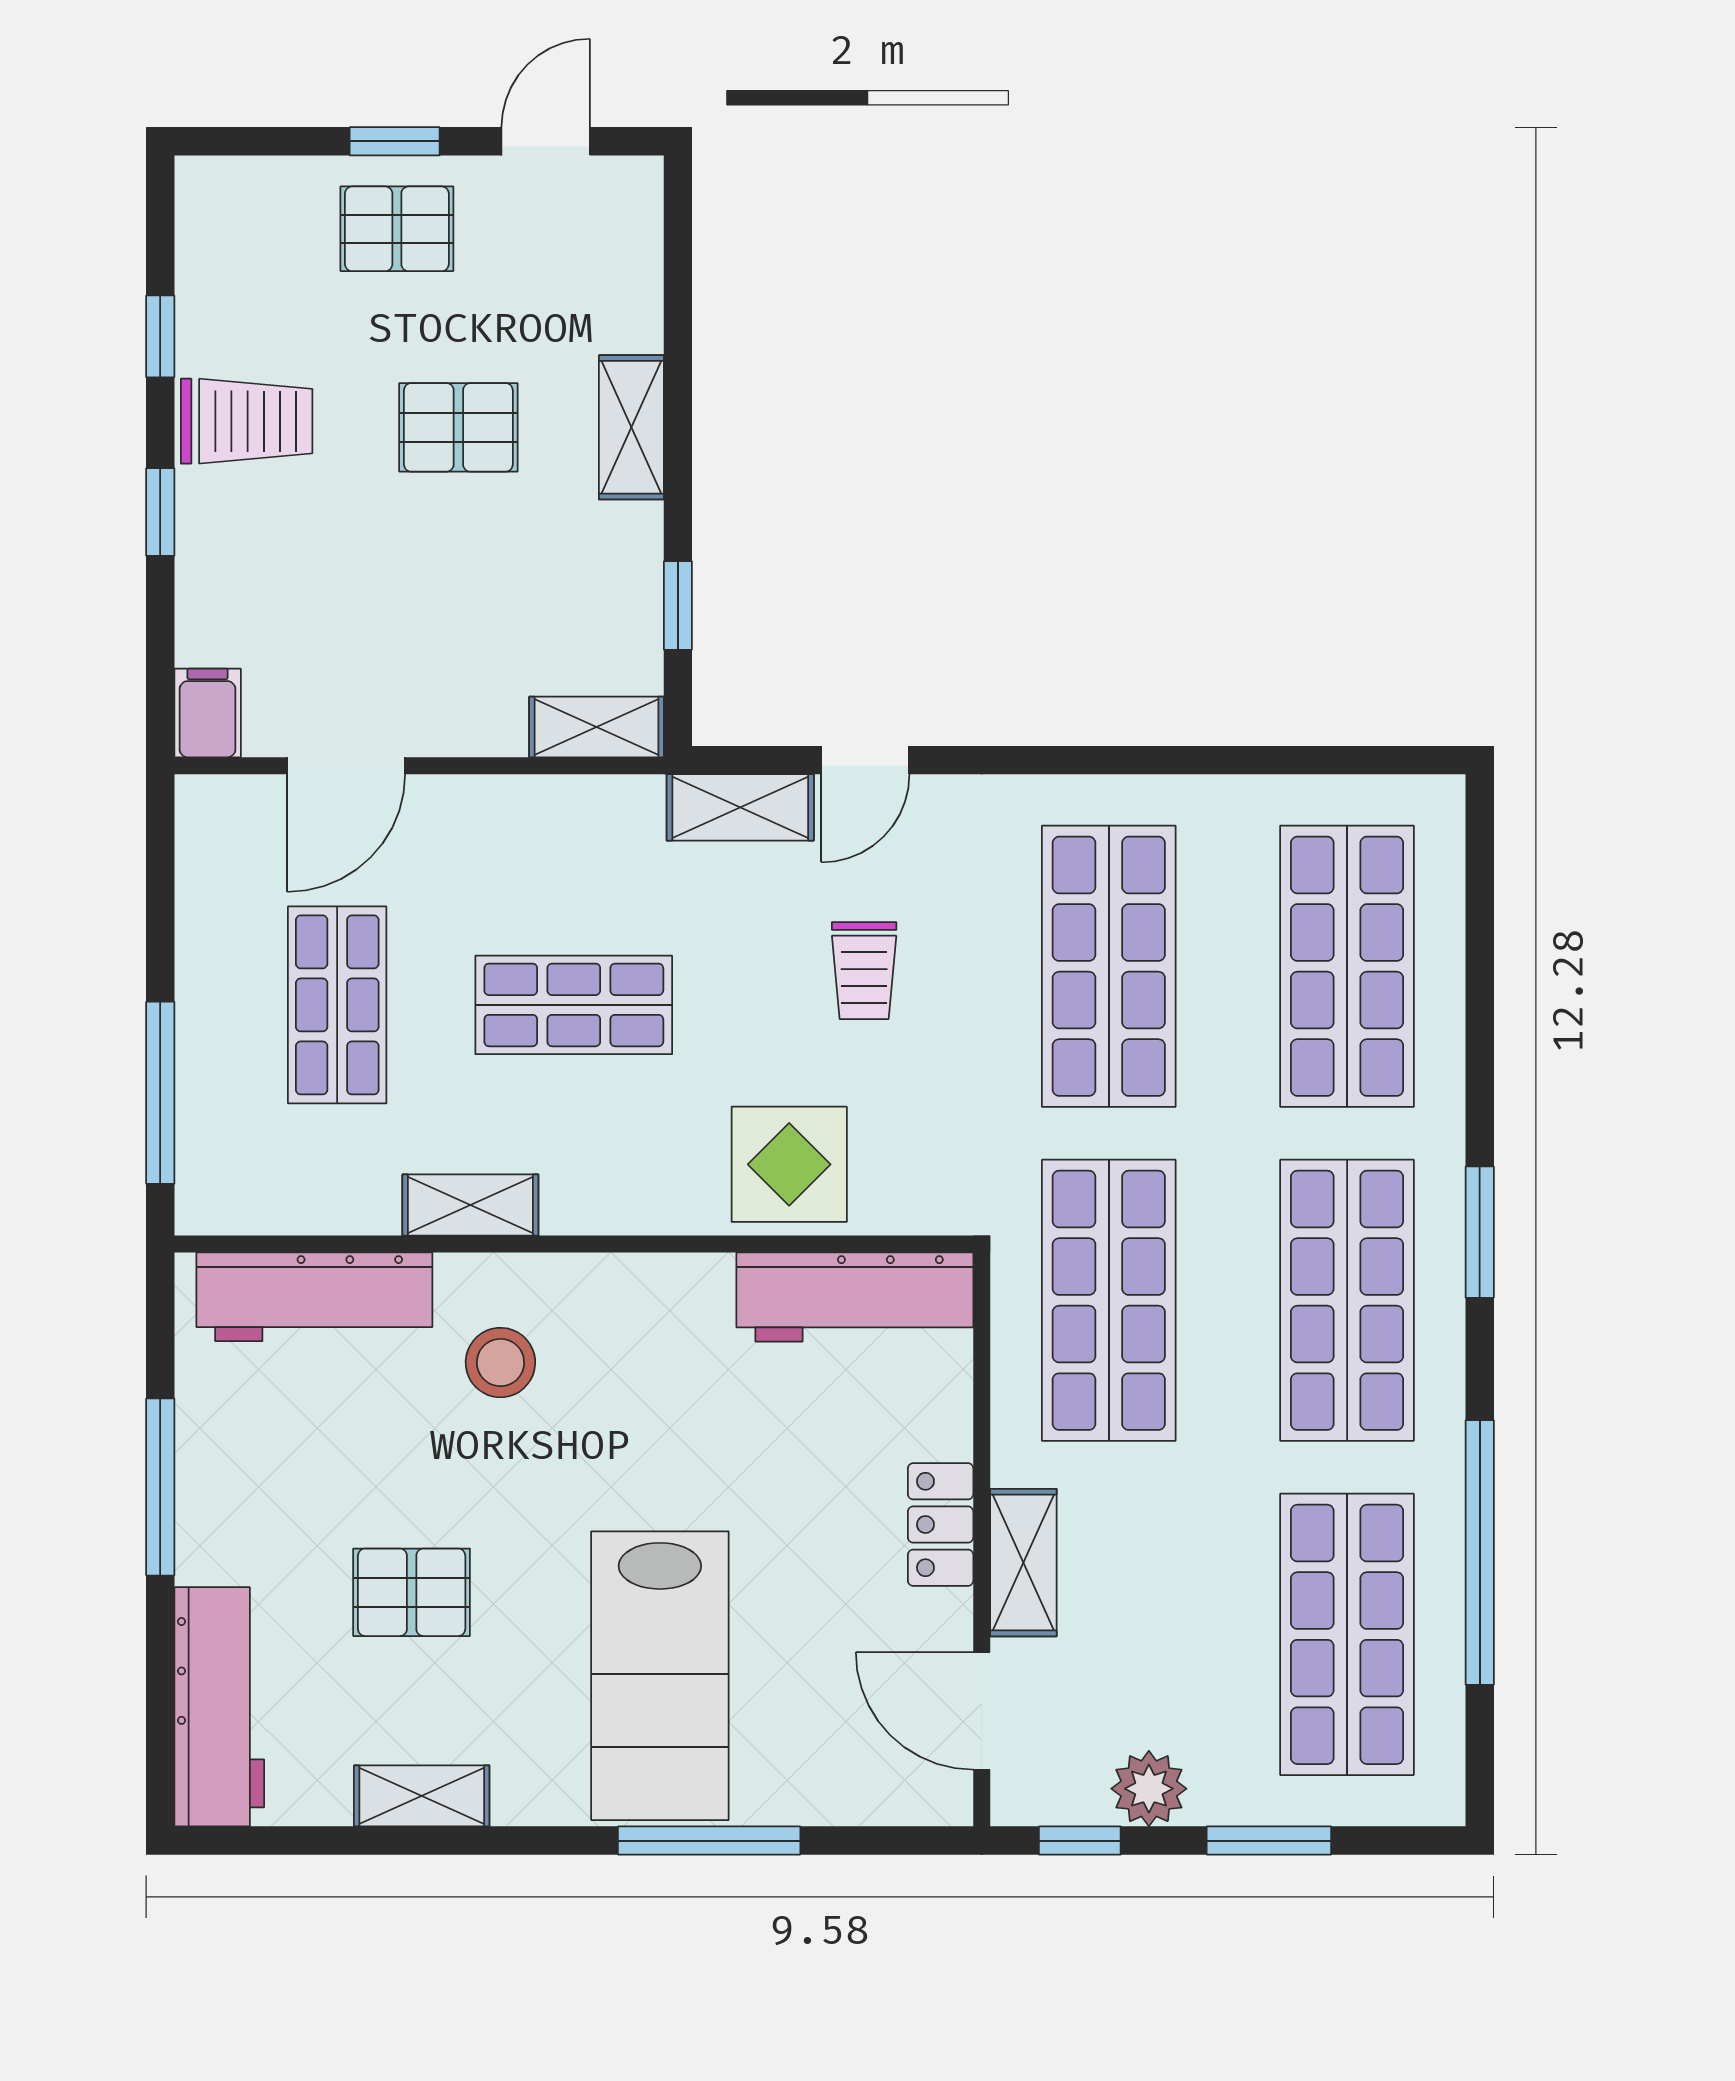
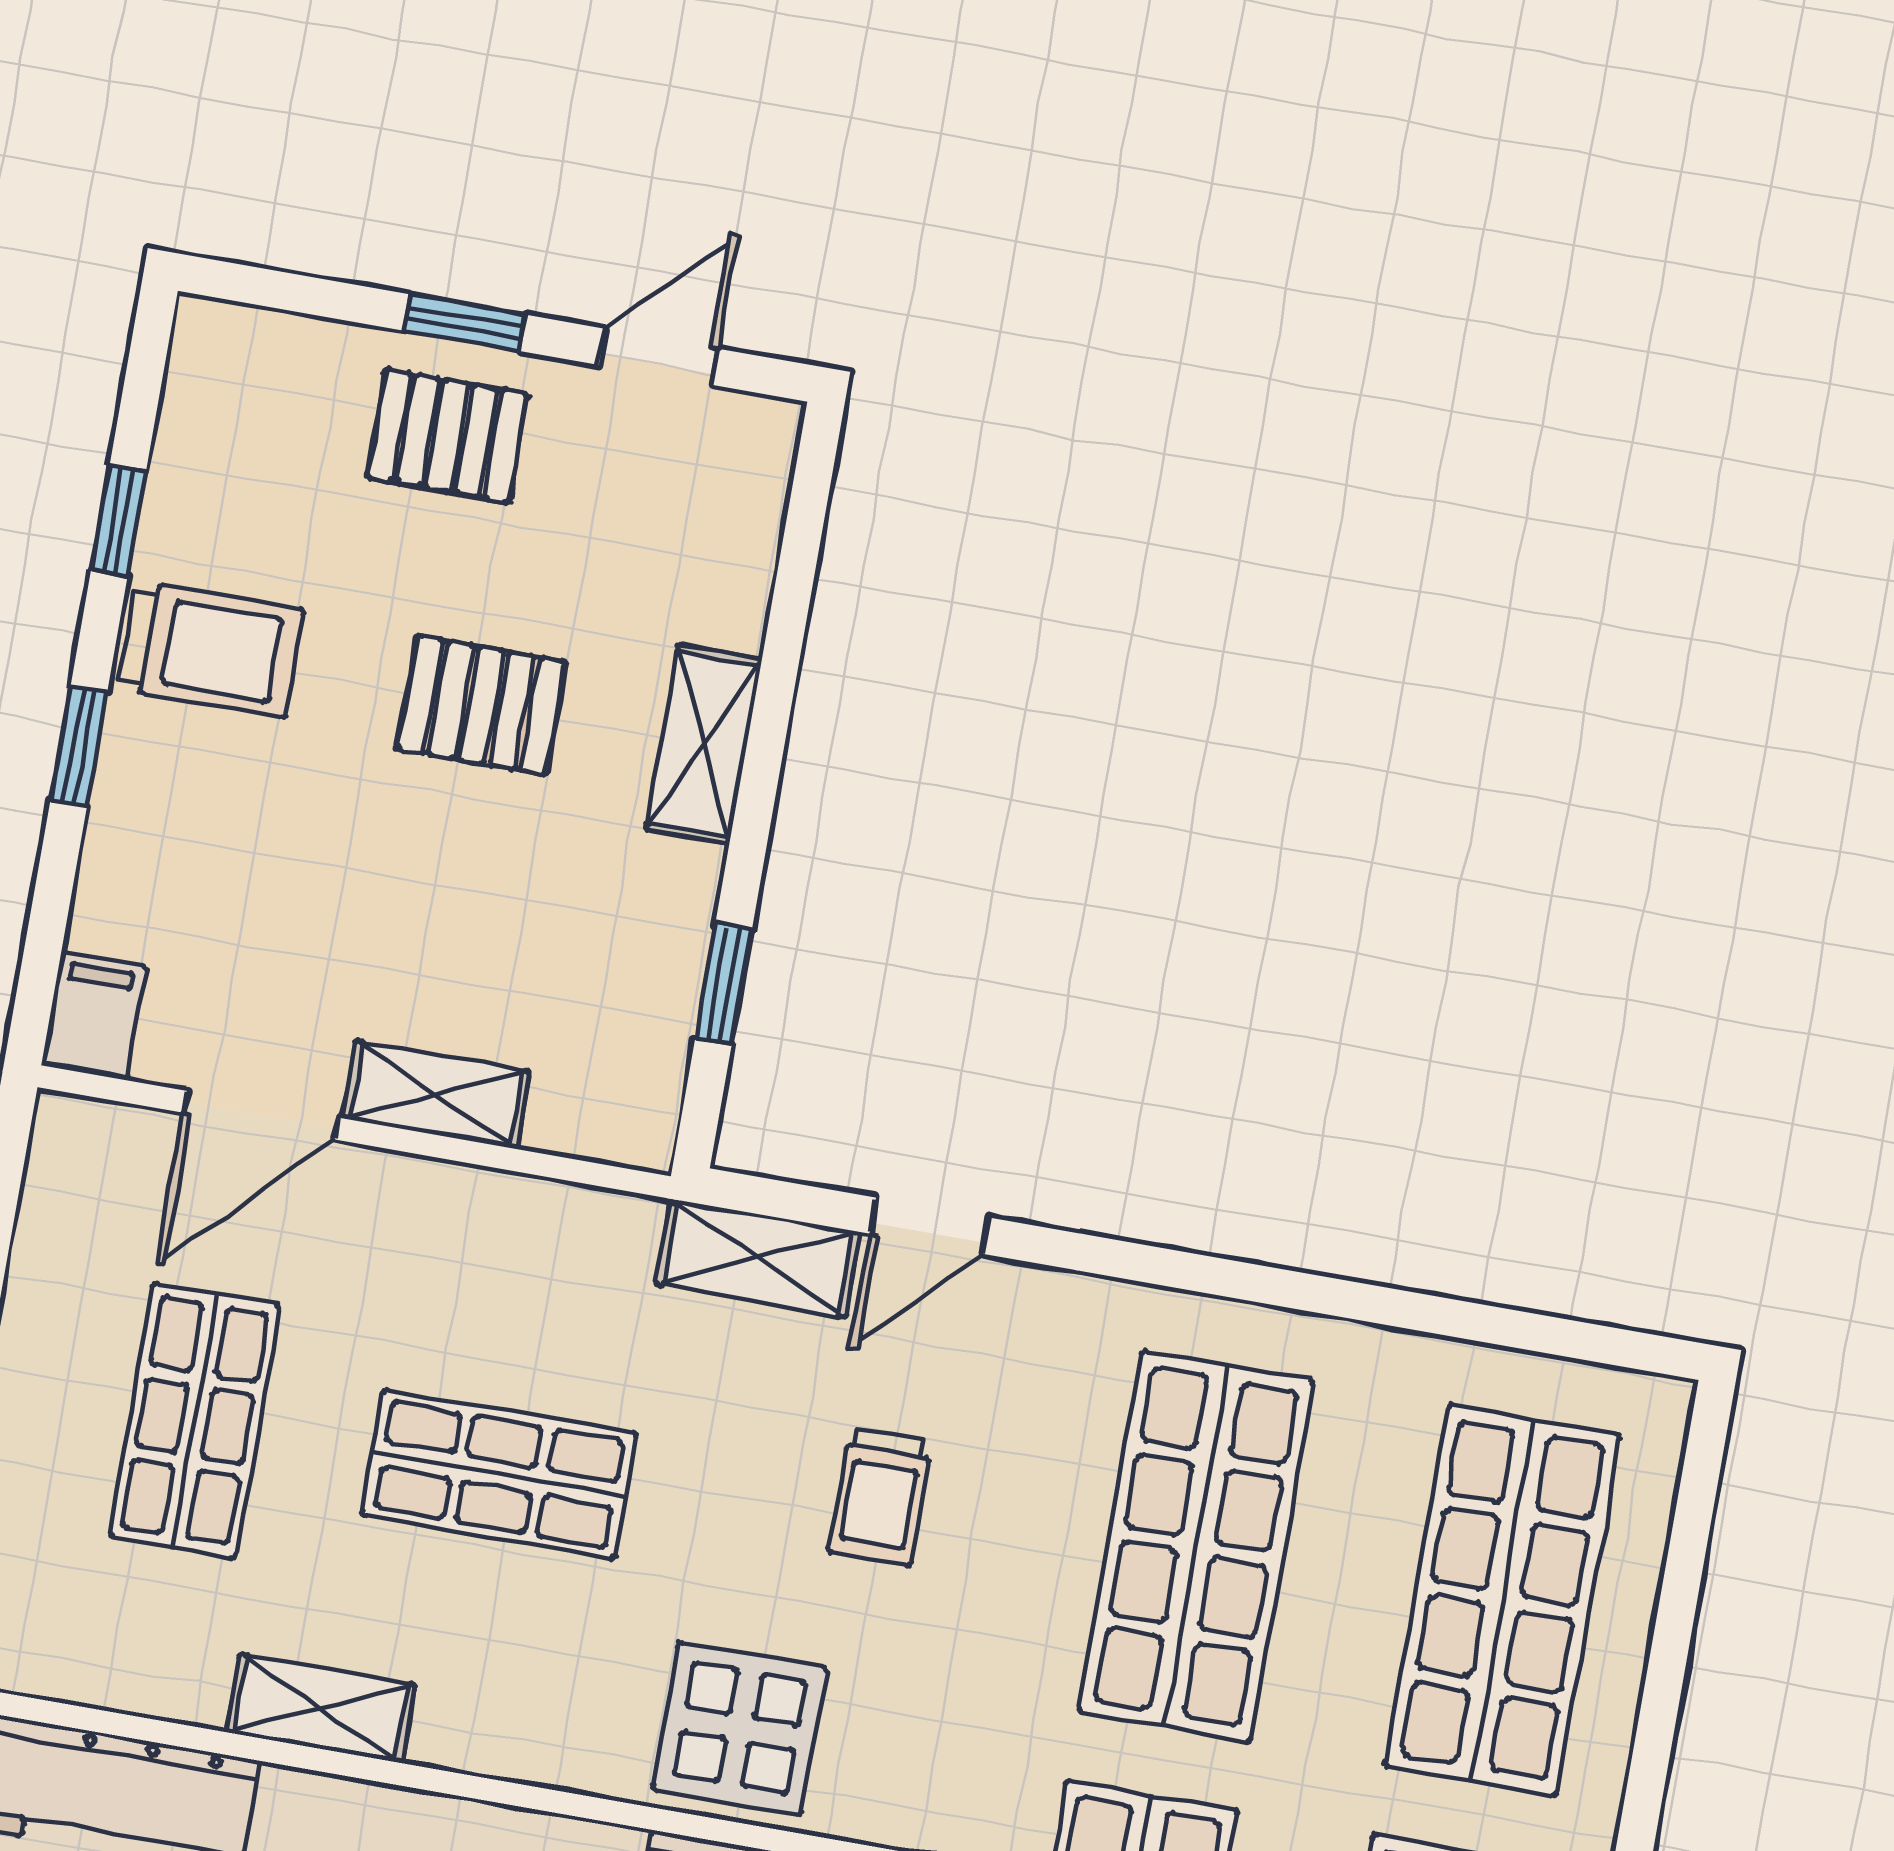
shelving: (596, 727) -> (436, 1095), moved

